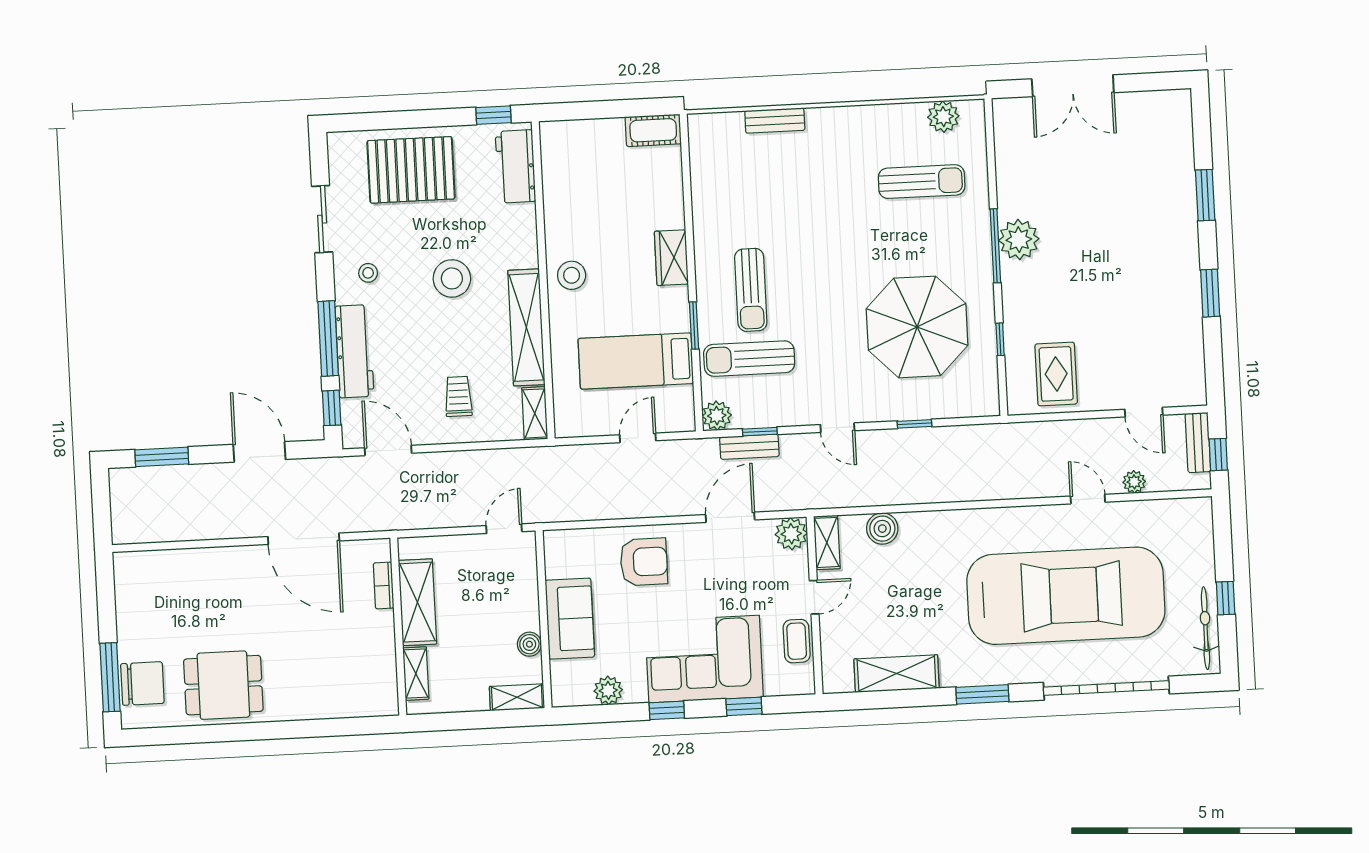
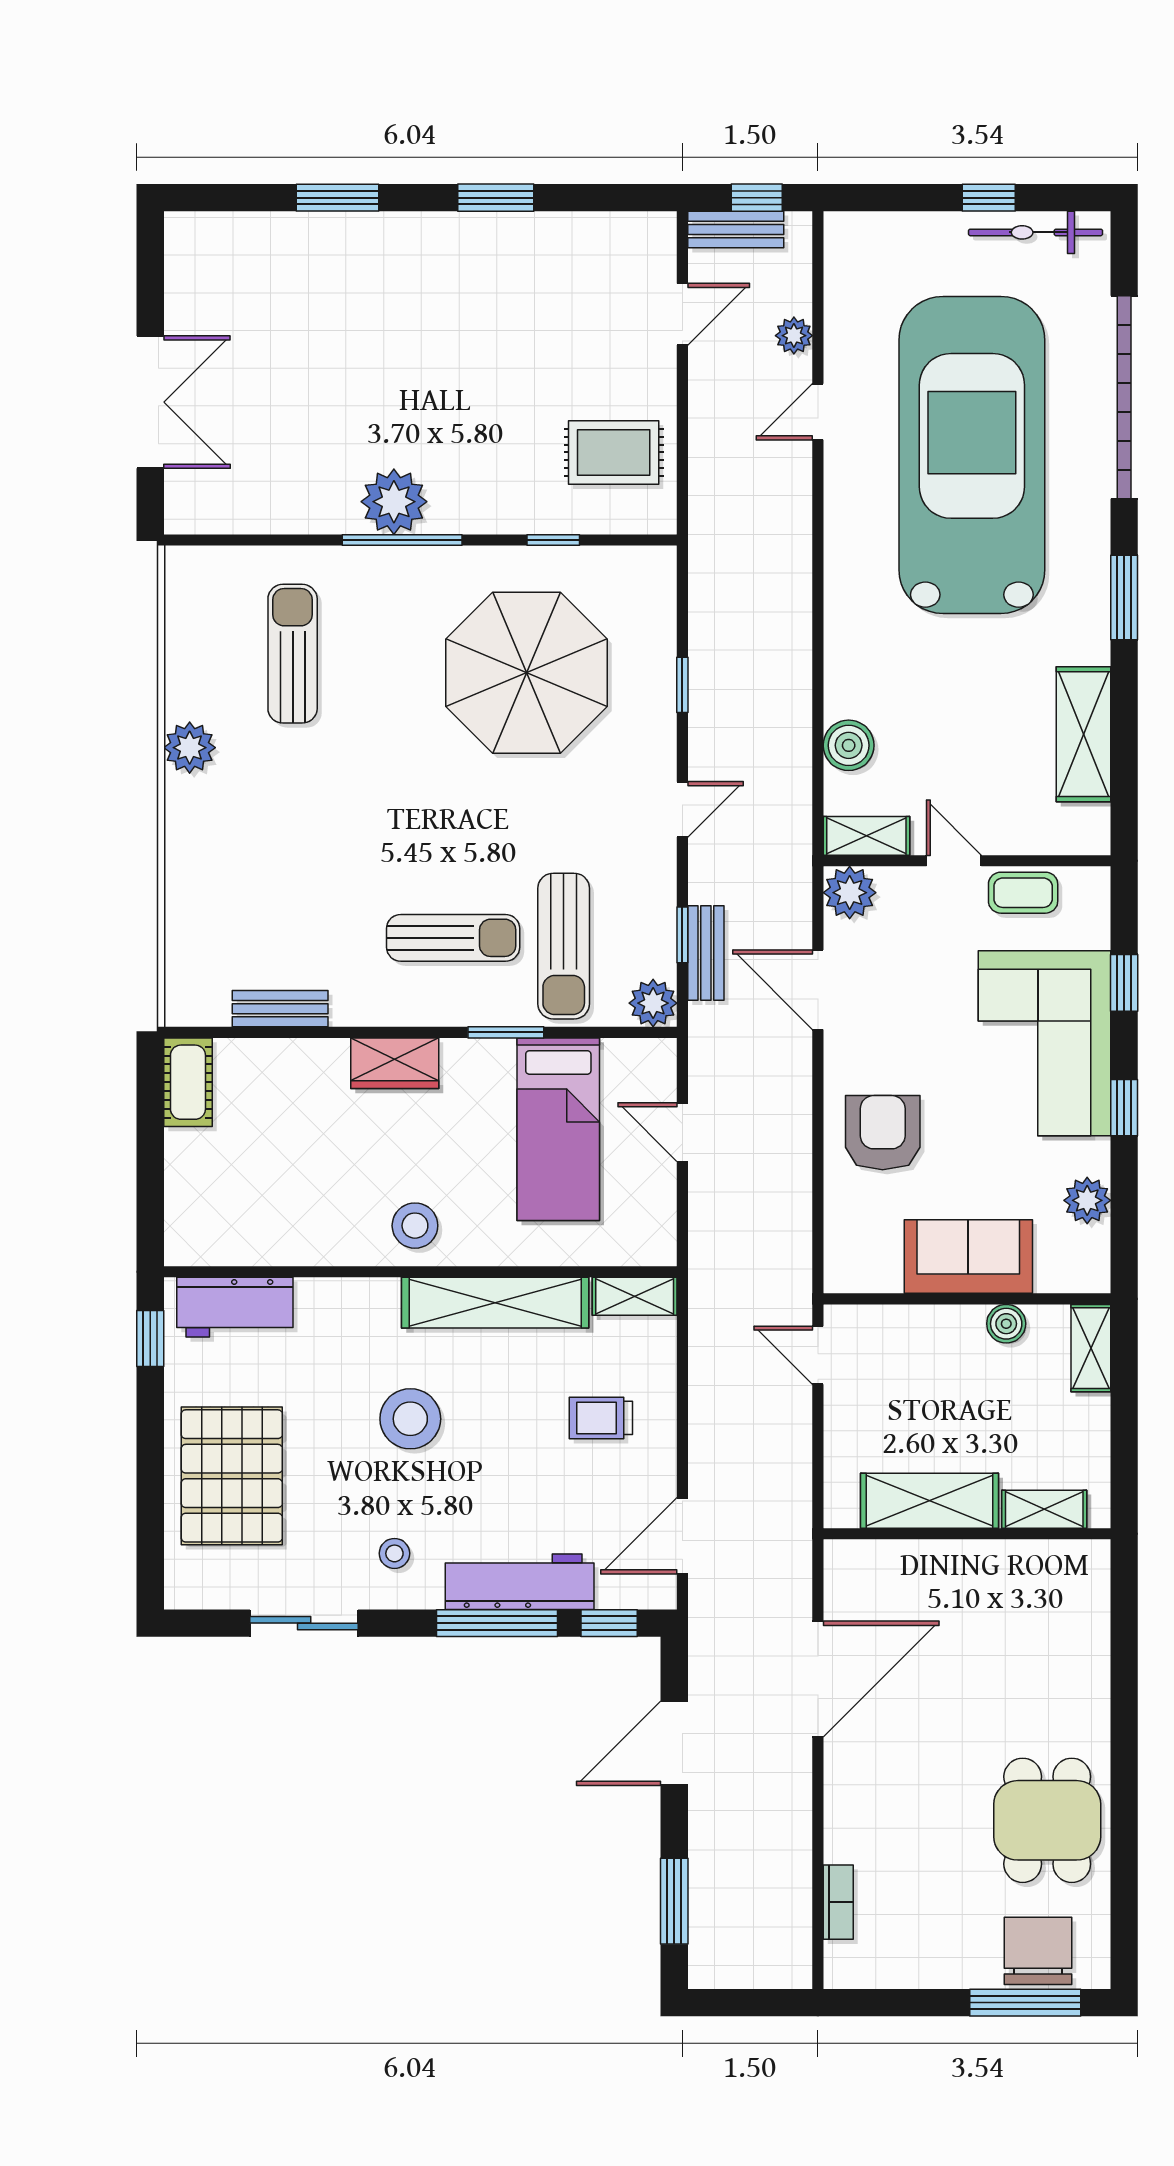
plant: (943, 117) -> (190, 748), moved
bench: (775, 121) -> (280, 1009), moved, turned 90
bookcase: (384, 586) -> (838, 1902), moved, turned -90

